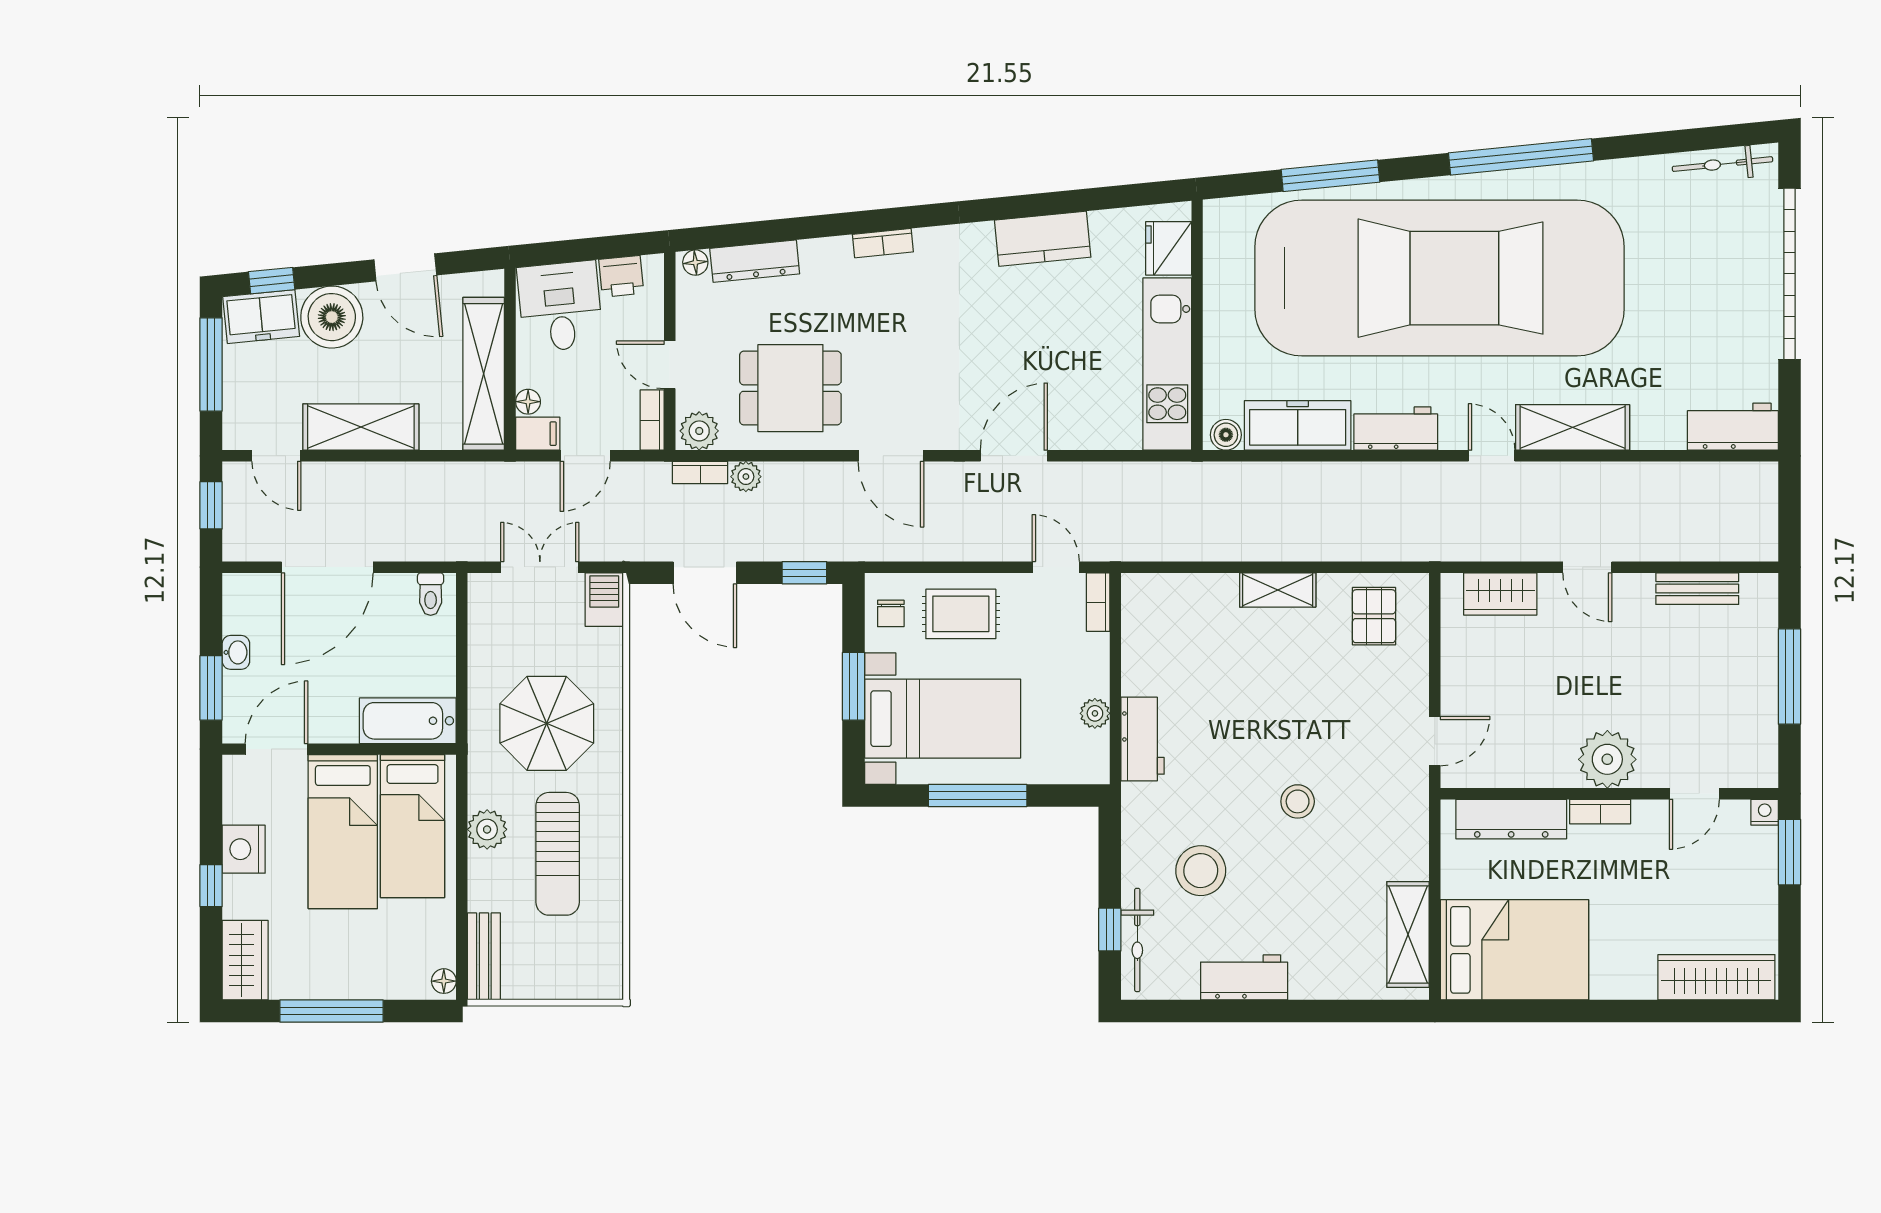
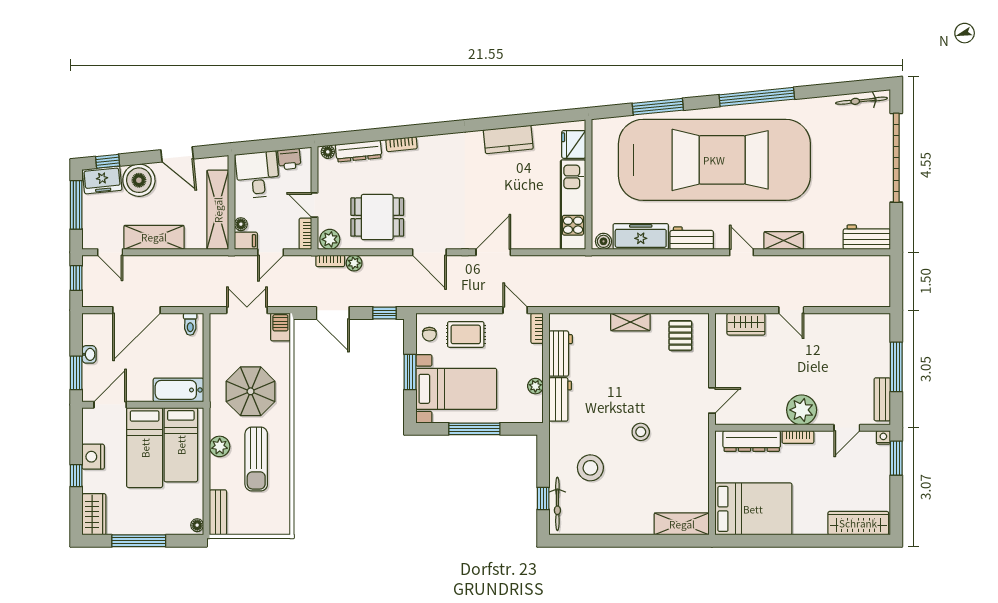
bookcase: (883, 243) -> (402, 144), moved
shelving: (1573, 427) -> (784, 240), width x0.67, depth x0.75
bench: (1697, 589) -> (882, 399), moved, turned 90
shelving: (1408, 934) -> (682, 524), moved, turned 90
workbench: (1244, 977) -> (561, 354), moved, turned 90

